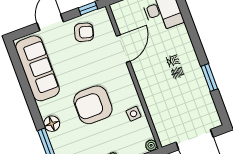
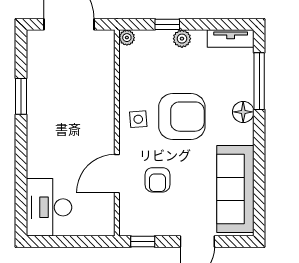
armchair: (84, 32) -> (158, 180), moved, turned -105
side table: (134, 114) -> (138, 119), moved

